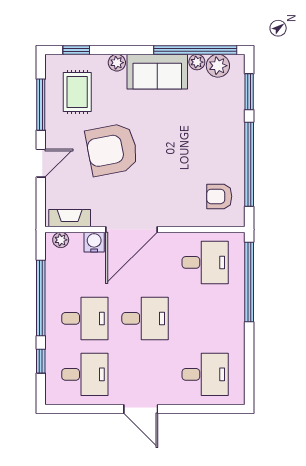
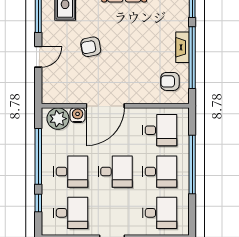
armchair: (112, 150) -> (91, 47), width x0.53, depth x0.53
fireplace: (70, 218) -> (182, 47), moved, turned -90
plant: (61, 240) -> (58, 119), width x1.88, depth x1.88
window: (249, 282) -> (192, 164), moved
desk: (205, 318) -> (160, 172), added

